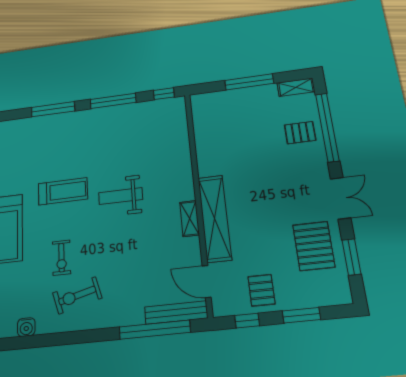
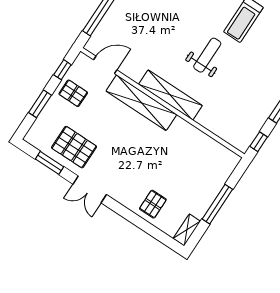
window: (327, 127) -> (142, 224), removed
shelving: (190, 218) -> (170, 95), width x2.20, depth x1.33
bench: (176, 313) -> (102, 31), removed

